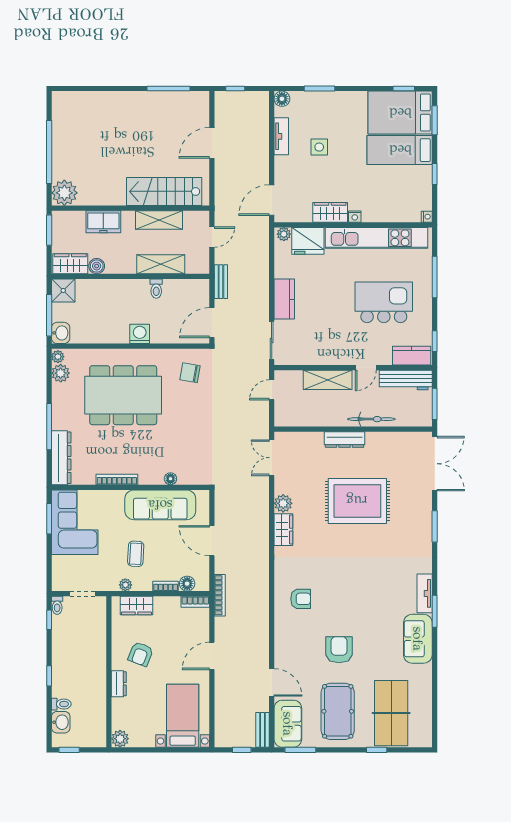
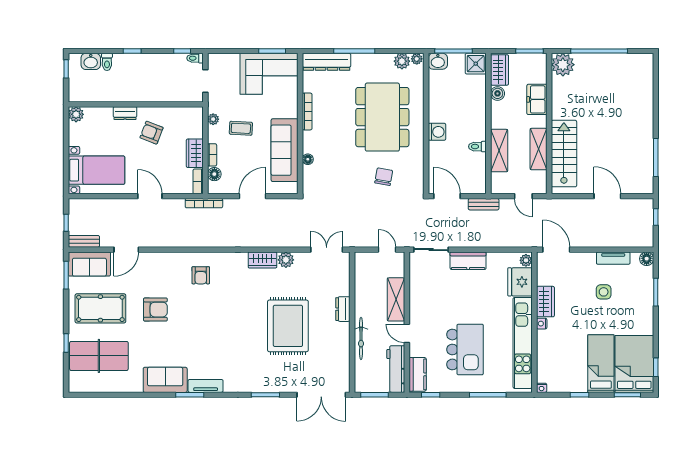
chair: (190, 373) -> (384, 177), moved
dresser: (345, 440) -> (343, 309), width x0.70
wardrobe: (136, 606) -> (195, 153), moved

